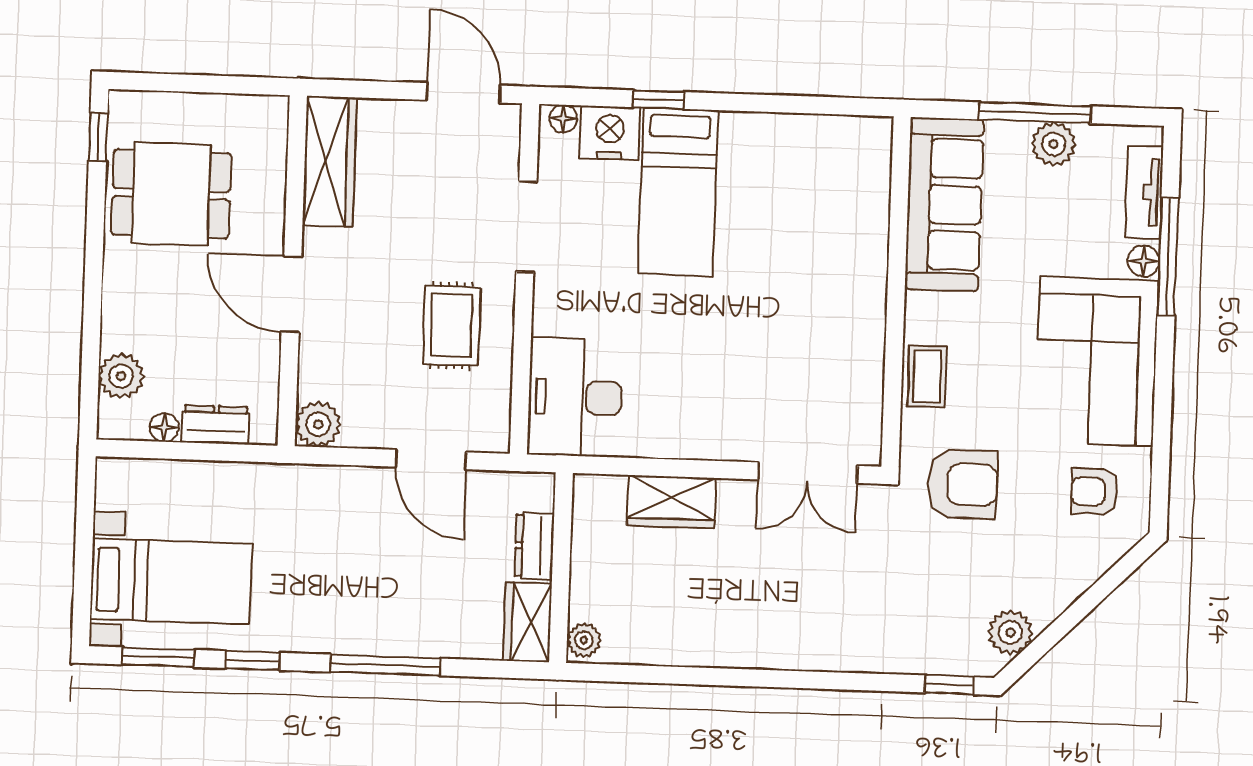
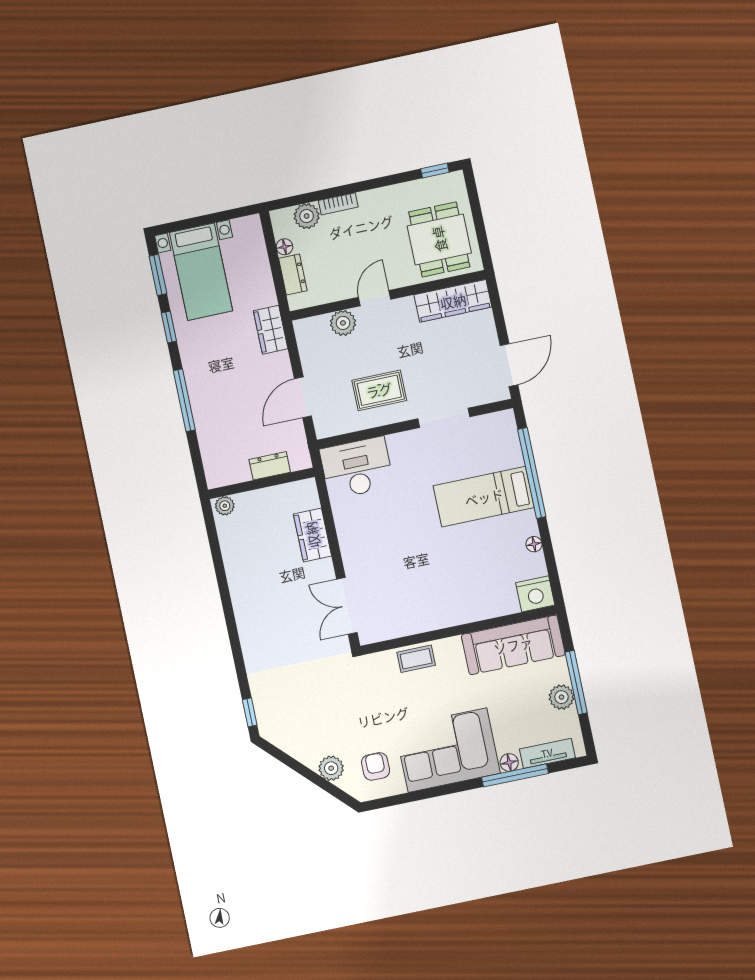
window: (658, 100) -> (532, 473), width x3.17
floor lamp: (563, 119) -> (534, 544), moved
nightstand: (610, 133) -> (535, 594), moved, turned 90
dining table: (171, 194) -> (439, 239), moved
door: (291, 294) -> (375, 298), width x0.73
bookcase: (114, 317) -> (338, 204), added
plant: (318, 424) -> (343, 323), moved
armchair: (962, 484) -> (362, 693), removed
wardrobe: (528, 622) -> (271, 330), moved, turned -90
plant: (1010, 632) -> (331, 768), moved

